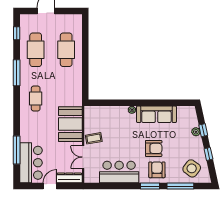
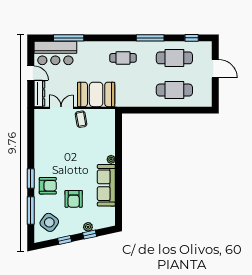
armchair: (154, 148) -> (74, 199), moved
bar counter: (119, 172) -> (46, 146), removed

